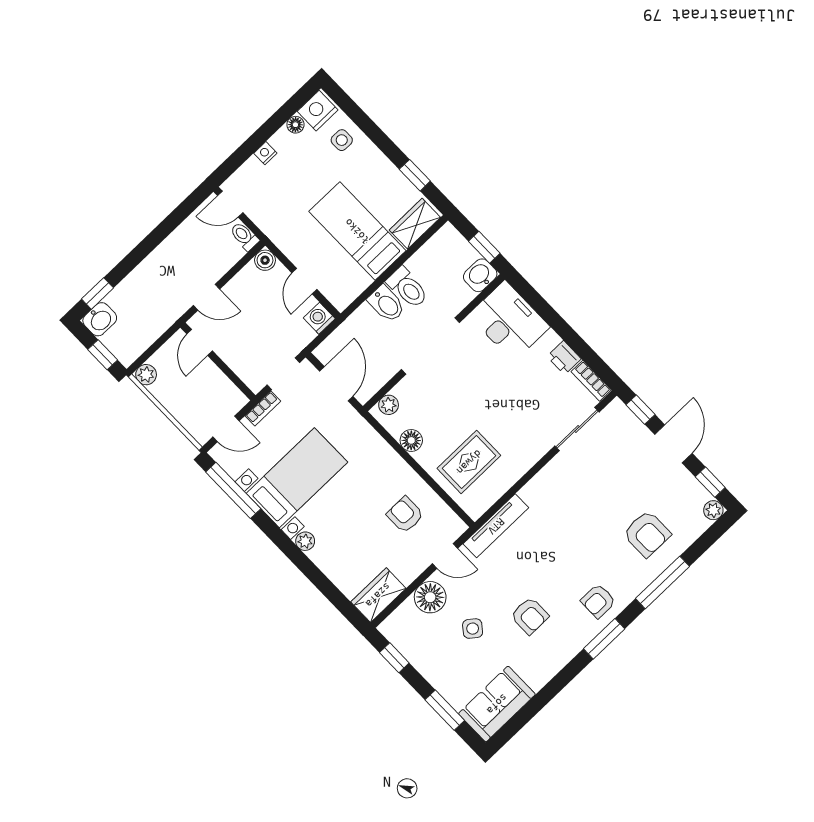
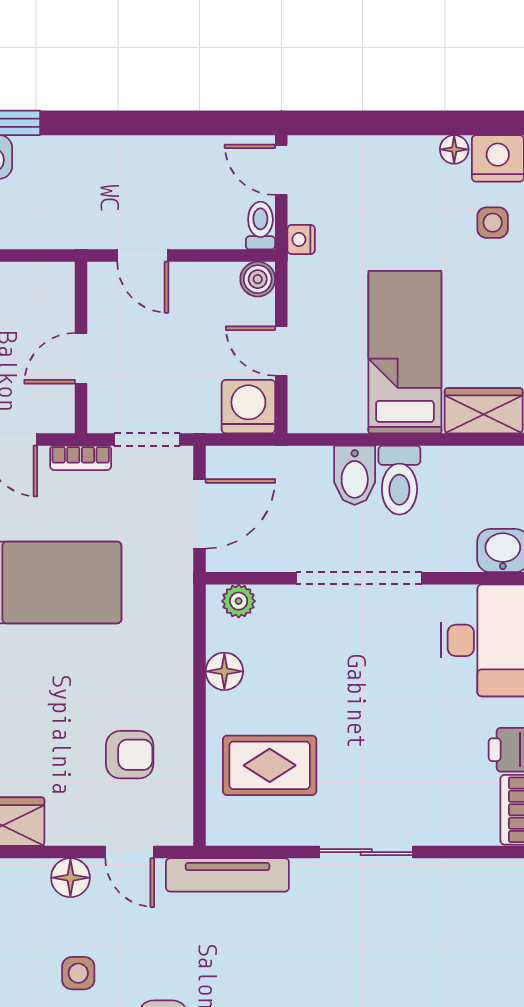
nightstand: (265, 153) -> (301, 239), moved, turned -90
door: (304, 281) -> (281, 351), hinge flipped
washing machine: (319, 318) -> (248, 407), width x1.38, depth x1.38
door: (200, 342) -> (81, 358), moved
sliding door: (577, 429) -> (366, 852), moved
armchair: (405, 515) -> (130, 755), turned 90
floor lamp: (430, 597) -> (70, 878), width x0.73, depth x0.73
side table: (473, 629) -> (78, 973), turned -38

